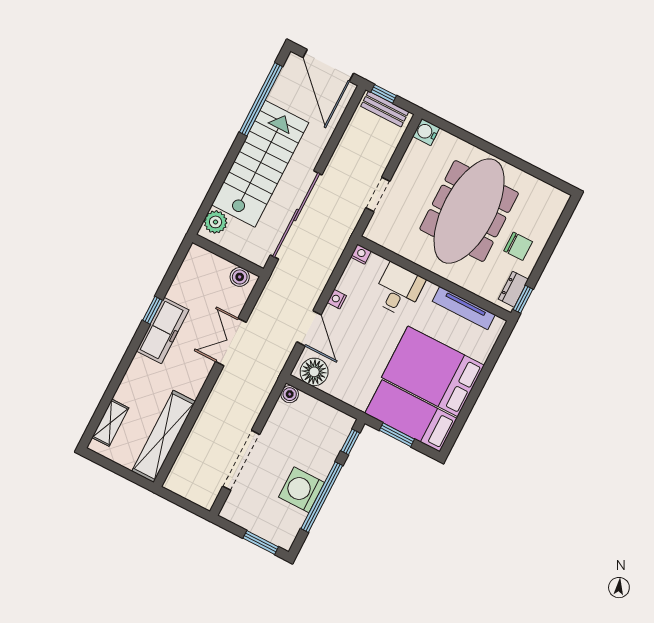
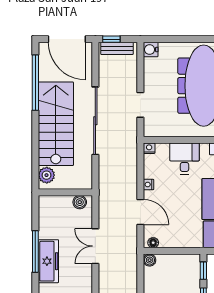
sliding door: (296, 215) -> (95, 121), moved
window: (152, 310) -> (35, 252), width x2.17
floor lamp: (314, 372) -> (153, 243), width x0.53, depth x0.53

